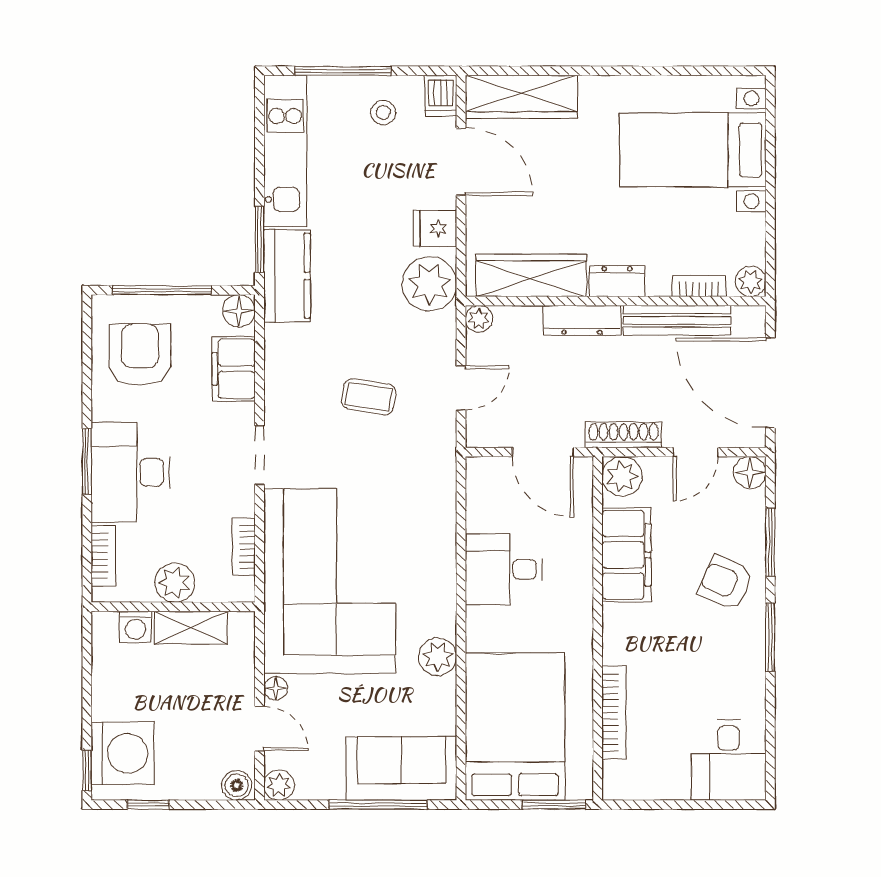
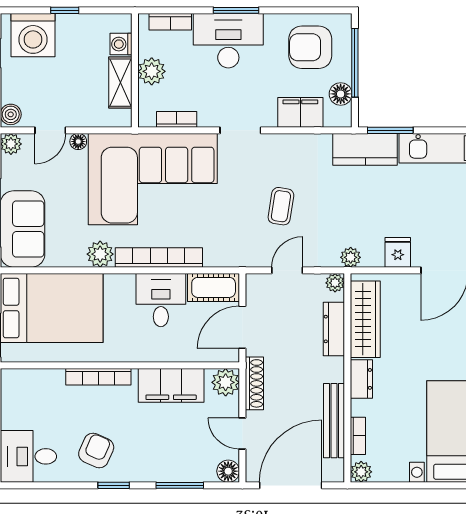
plant: (429, 284) -> (351, 257), width x0.53, depth x0.53
floor lamp: (239, 311) -> (341, 94), moved
dresser: (582, 320) -> (334, 329), moved
armchair: (140, 355) -> (310, 47), turned 180
door: (461, 388) -> (287, 270), swing flipped
cot: (486, 494) -> (214, 287), added
bookcase: (442, 572) -> (159, 257), added
armchair: (725, 583) -> (96, 450), moved
window: (770, 637) -> (114, 485), width x0.67
bookcase: (614, 713) -> (98, 377), moved
window: (87, 771) -> (65, 10), moved

